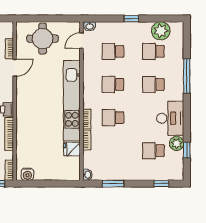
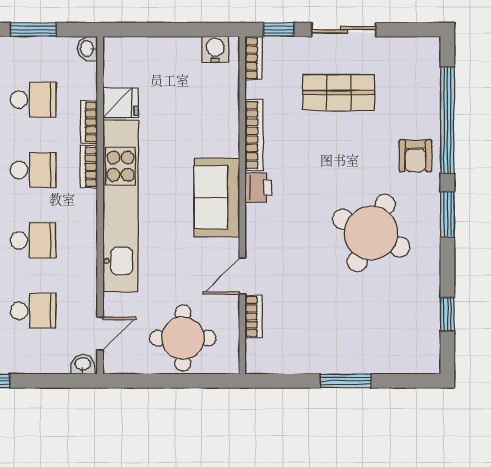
sofa: (27, 105) -> (217, 197), added
school desk: (113, 151) -> (33, 100), added

